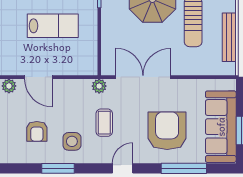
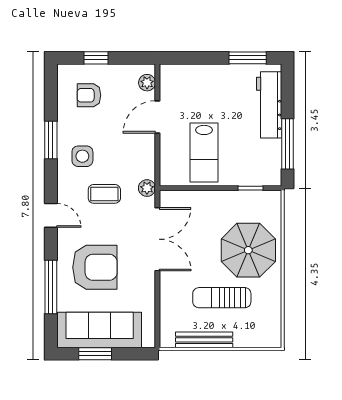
lab bench: (53, 26) -> (204, 153), moved
armchair: (37, 131) -> (89, 95), moved

